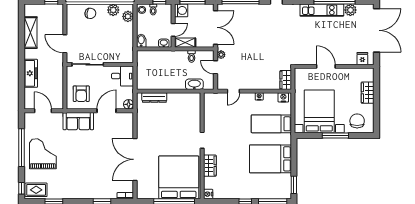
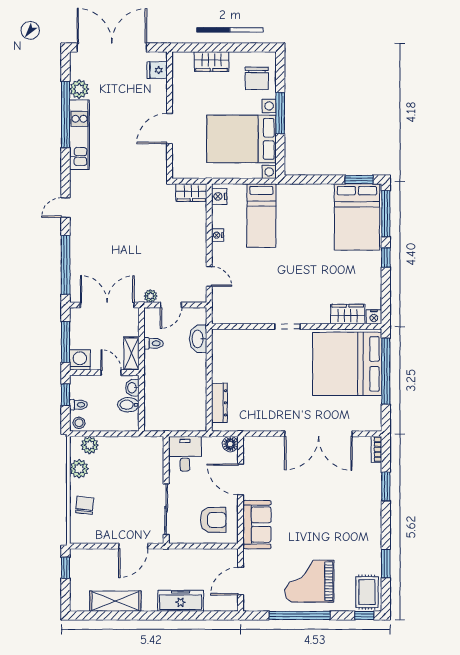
bidet: (141, 41) -> (128, 405), moved
chair: (357, 121) -> (257, 78), turned -90
bed: (271, 159) -> (357, 217), moved
wardrobe: (210, 166) -> (348, 314), moved

